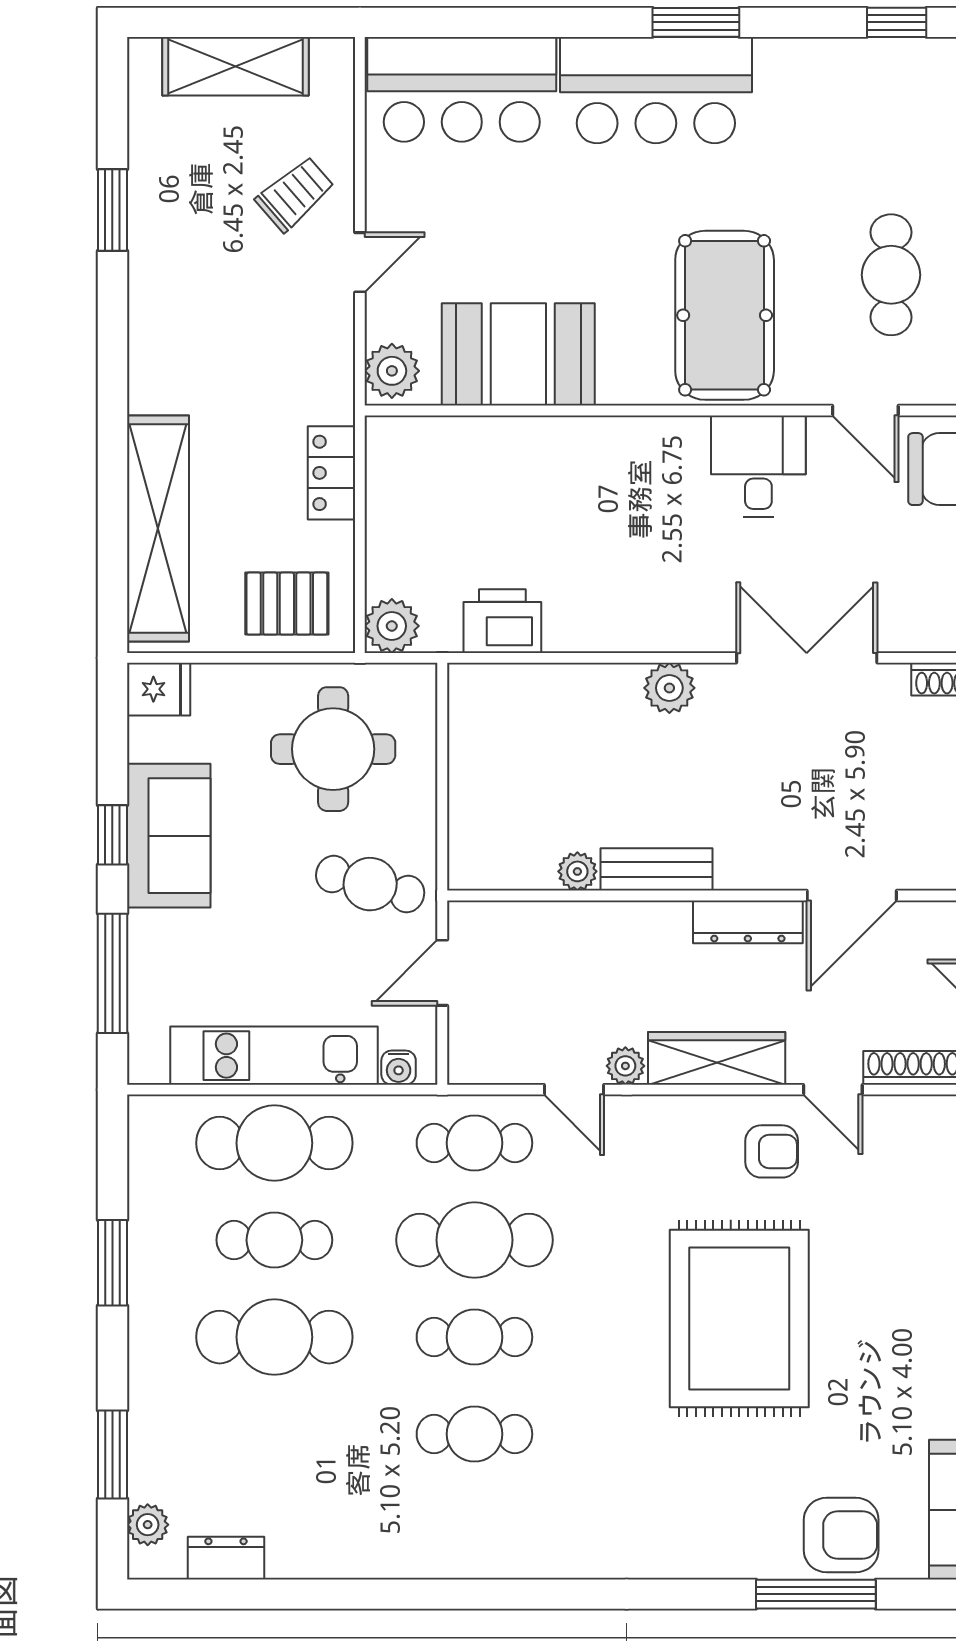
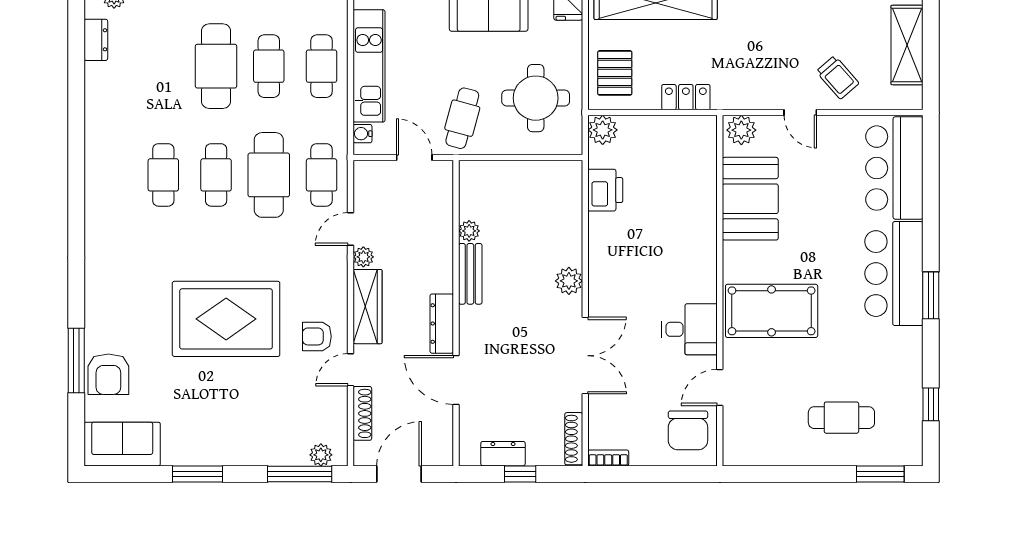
cafe table: (891, 275) -> (841, 418), moved
cafe table: (274, 1143) -> (322, 66), width x0.73, depth x0.74
armchair: (772, 1151) -> (317, 336), turned 90

